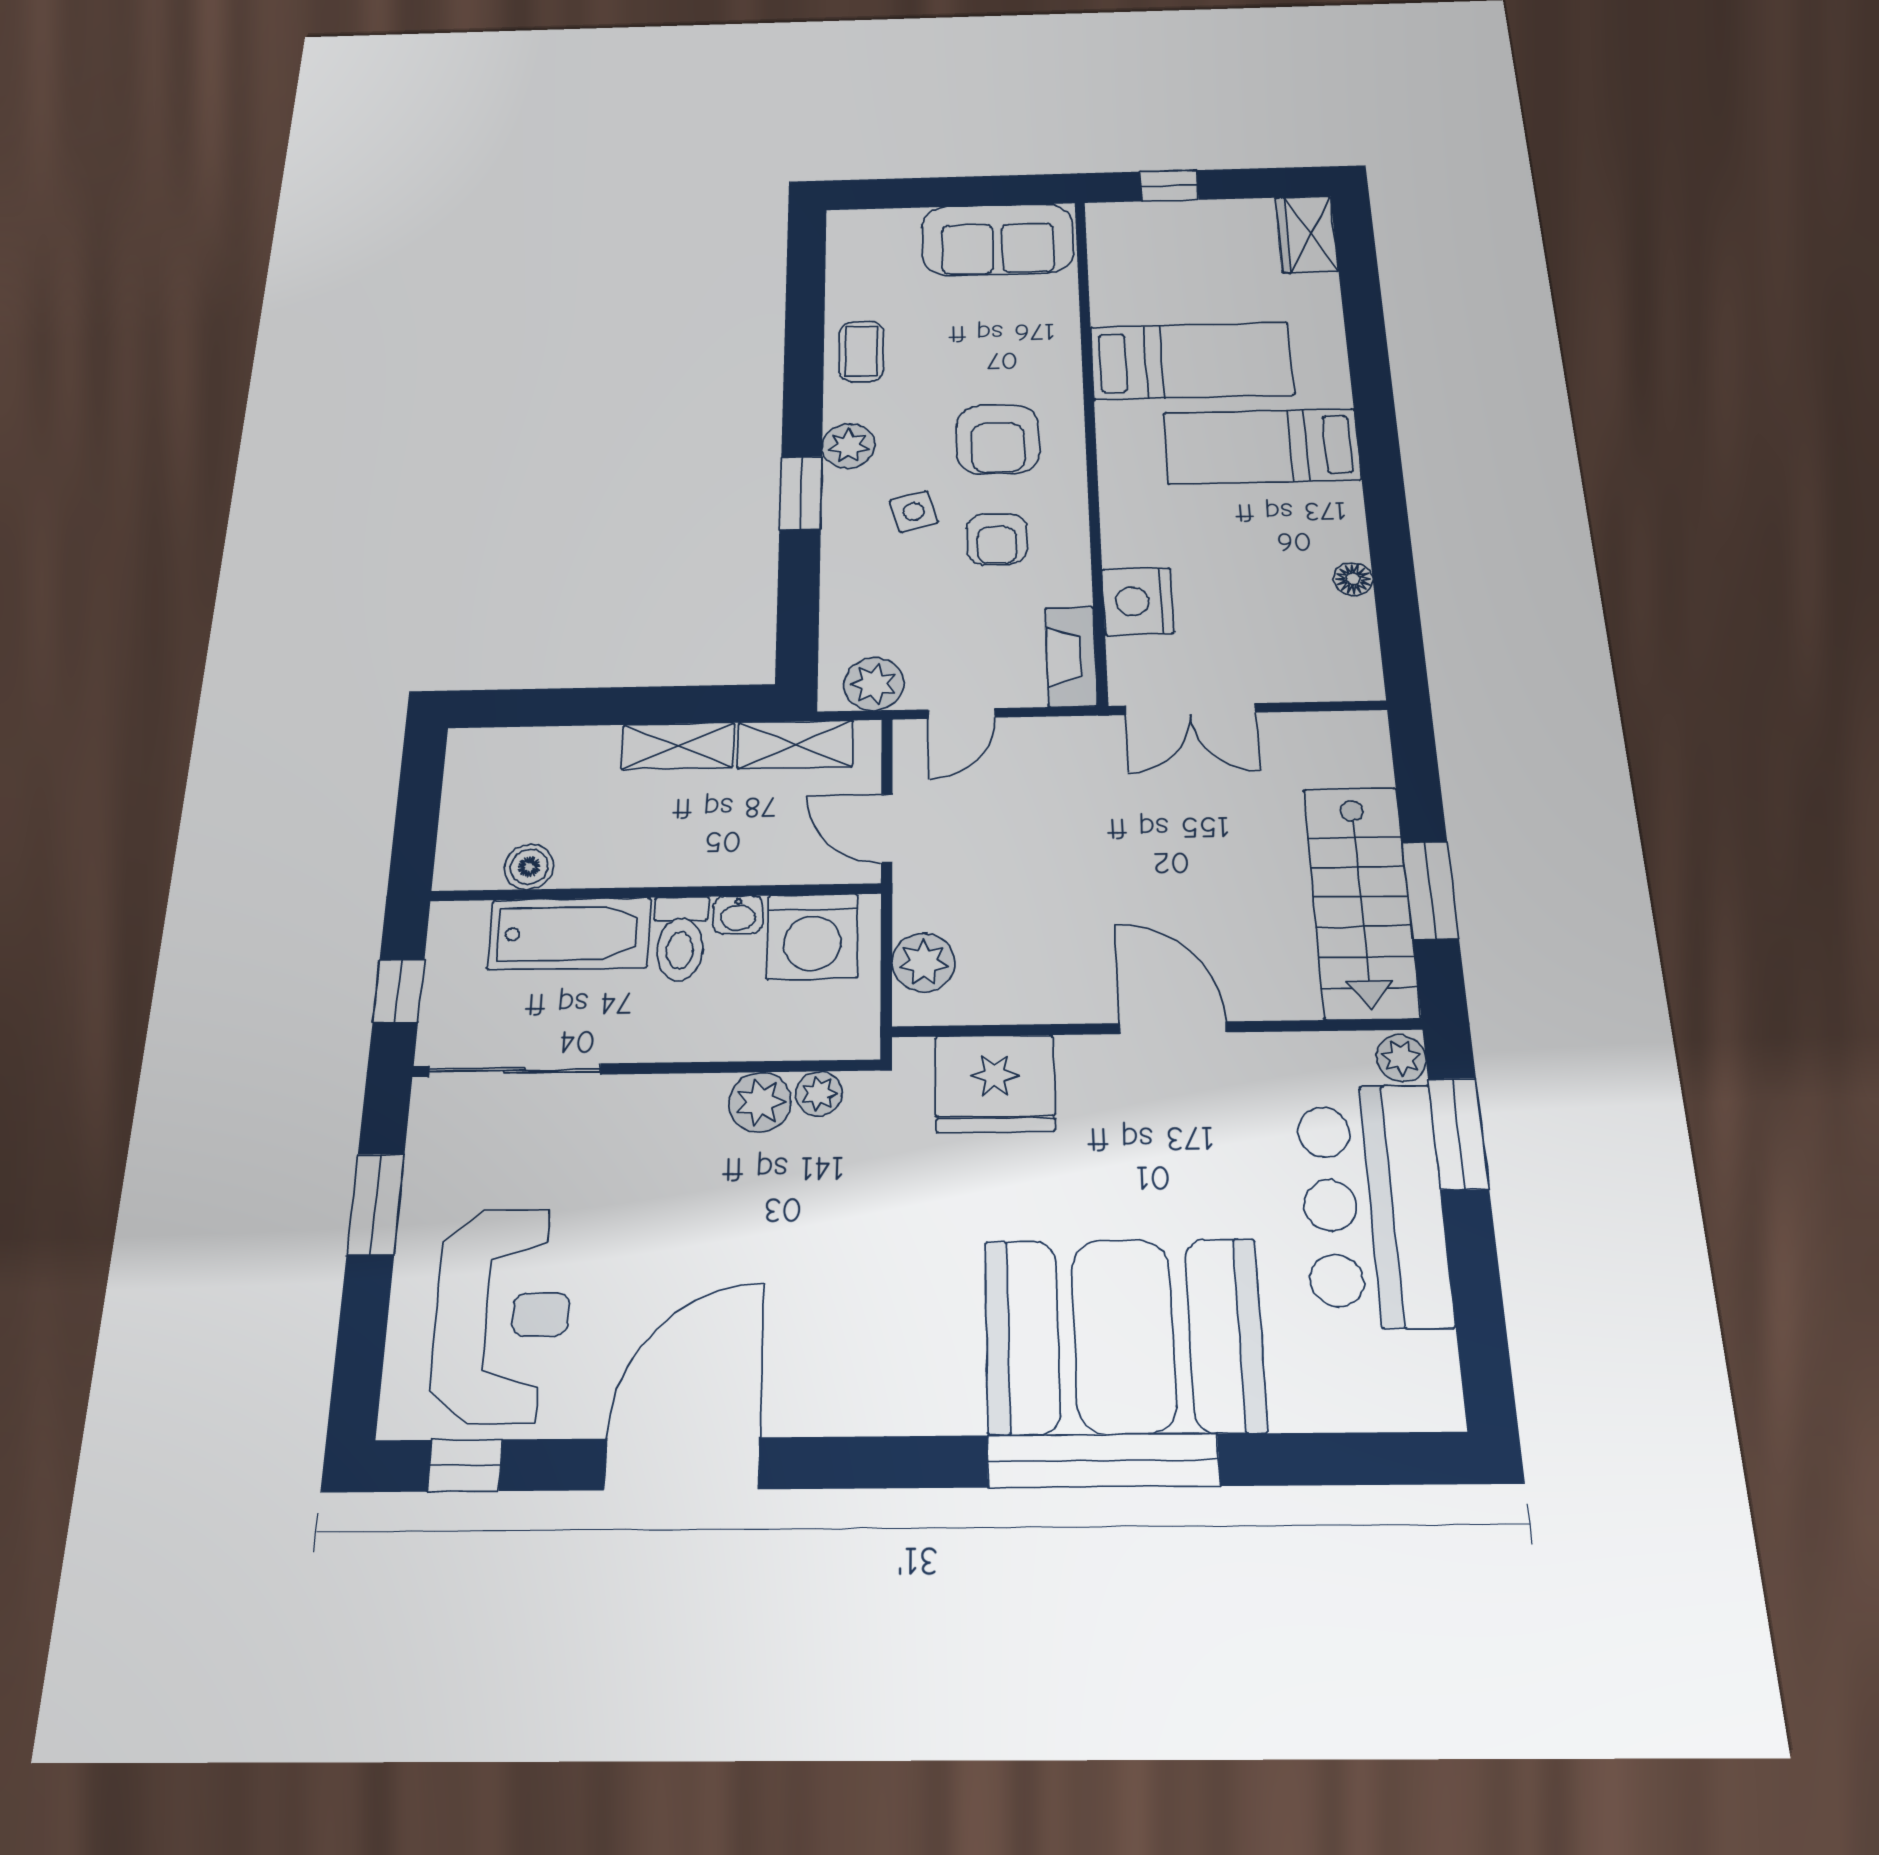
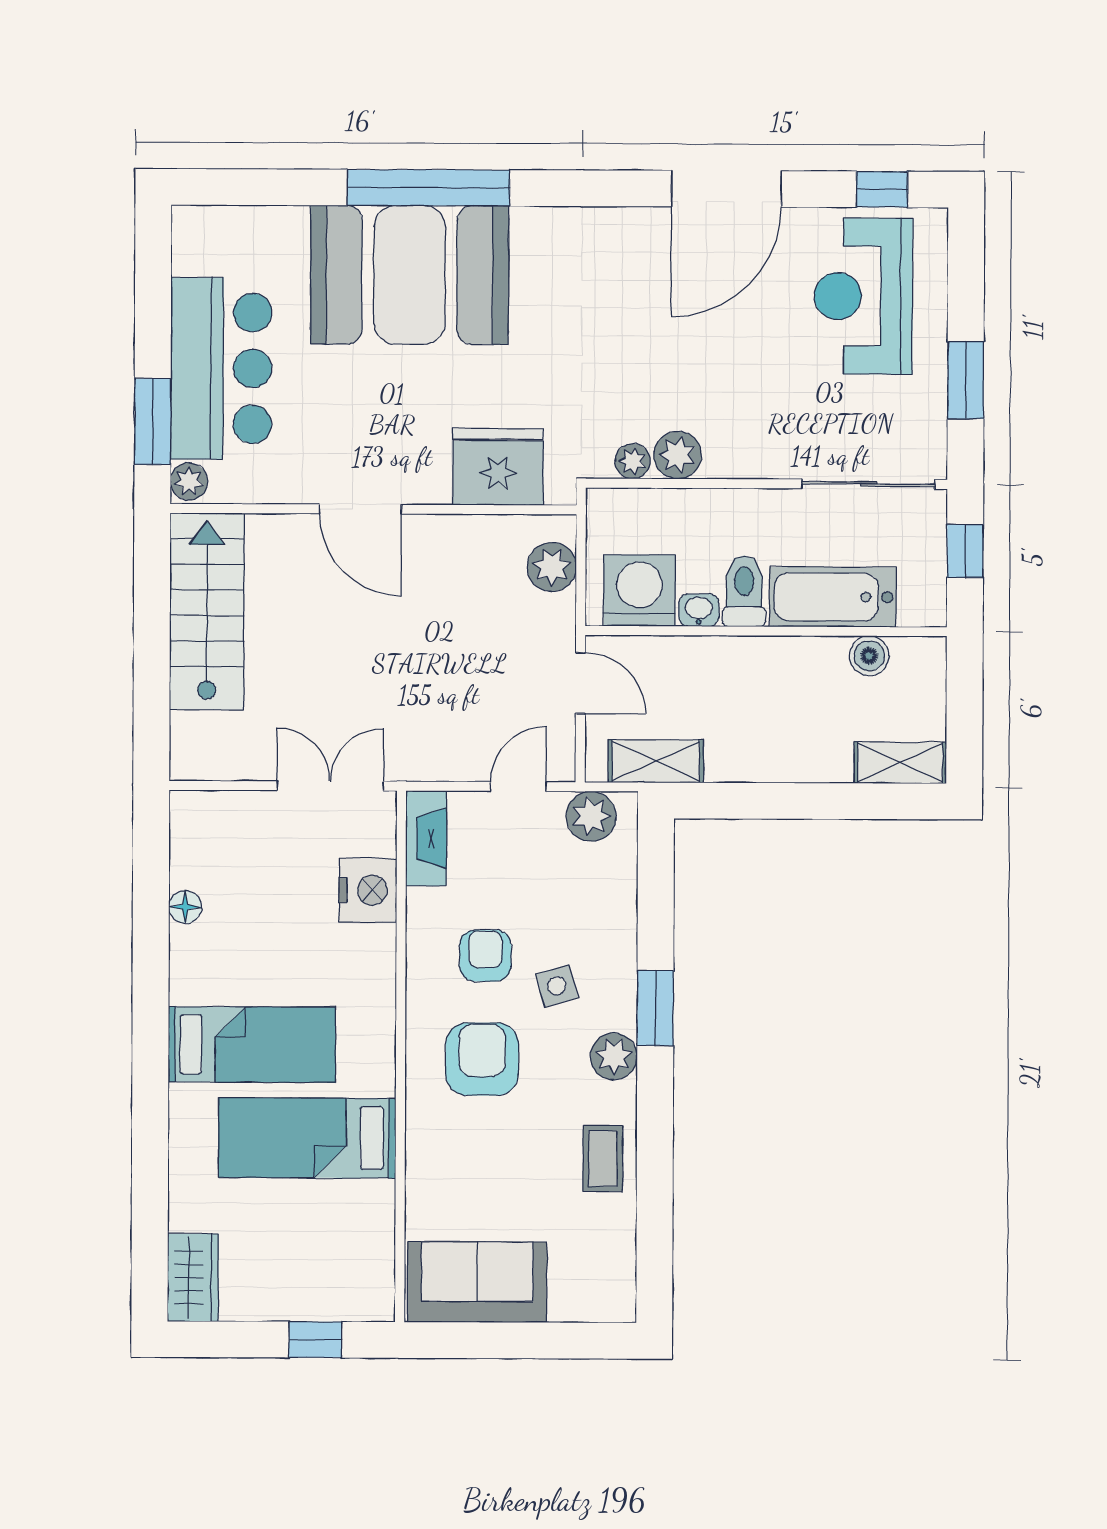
shelving: (678, 746) -> (900, 763), moved
window: (1430, 890) -> (152, 620), removed

